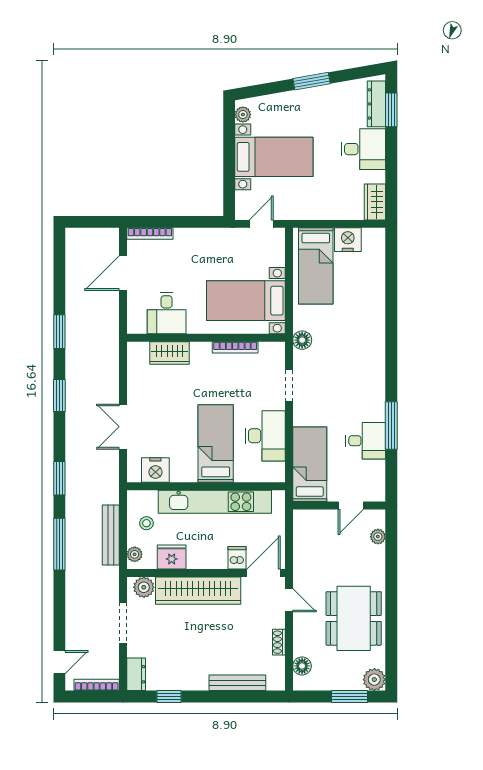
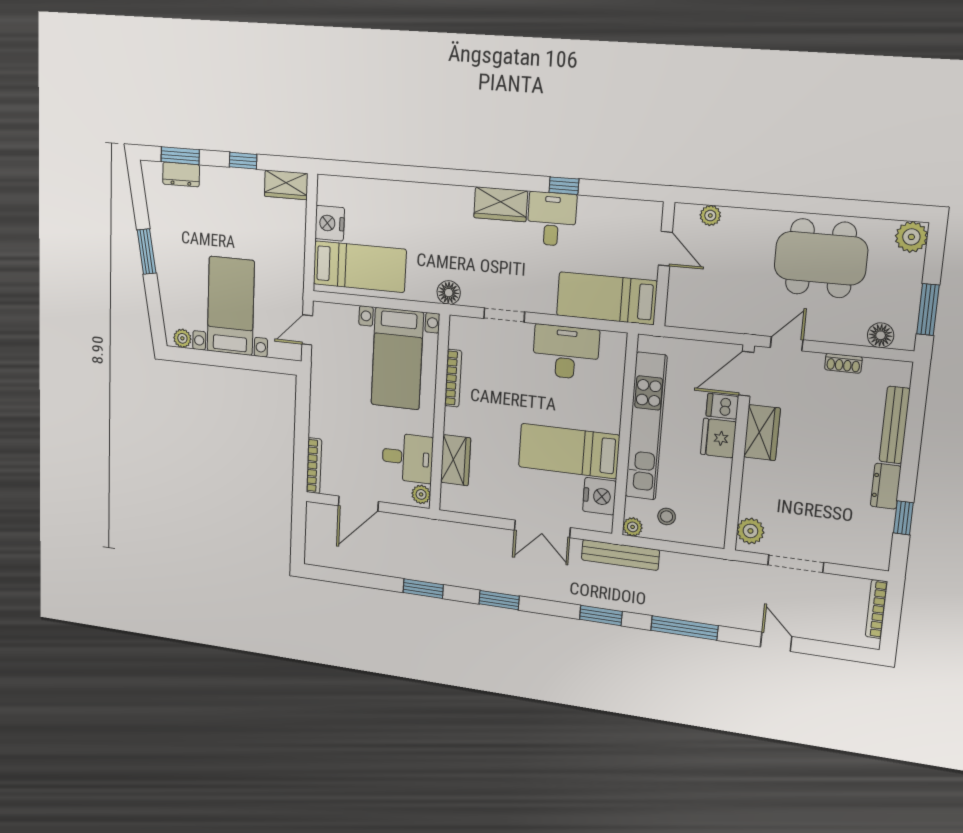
dresser: (376, 104) -> (181, 174), width x0.70
desk: (363, 149) -> (224, 194), removed
window: (391, 165) -> (243, 161), added
door: (261, 224) -> (307, 330), hinge flipped
door: (123, 273) -> (358, 504), hinge flipped
plant: (138, 326) -> (421, 494), added
wardrobe: (374, 378) -> (501, 204), added
window: (391, 426) -> (564, 186), width x0.46
desk: (366, 441) -> (552, 219), moved
bed: (216, 443) -> (569, 451), moved
bench: (111, 535) -> (620, 555), moved
plant: (135, 554) -> (633, 527), moved
fridge: (172, 557) -> (718, 438), moved
door: (263, 573) -> (746, 374), hinge flipped
wardrobe: (198, 591) -> (762, 433), width x0.48, depth x0.85
door: (59, 662) -> (776, 642), moved
dresser: (136, 674) -> (886, 486), moved, turned -90
window: (349, 697) -> (928, 309), moved

